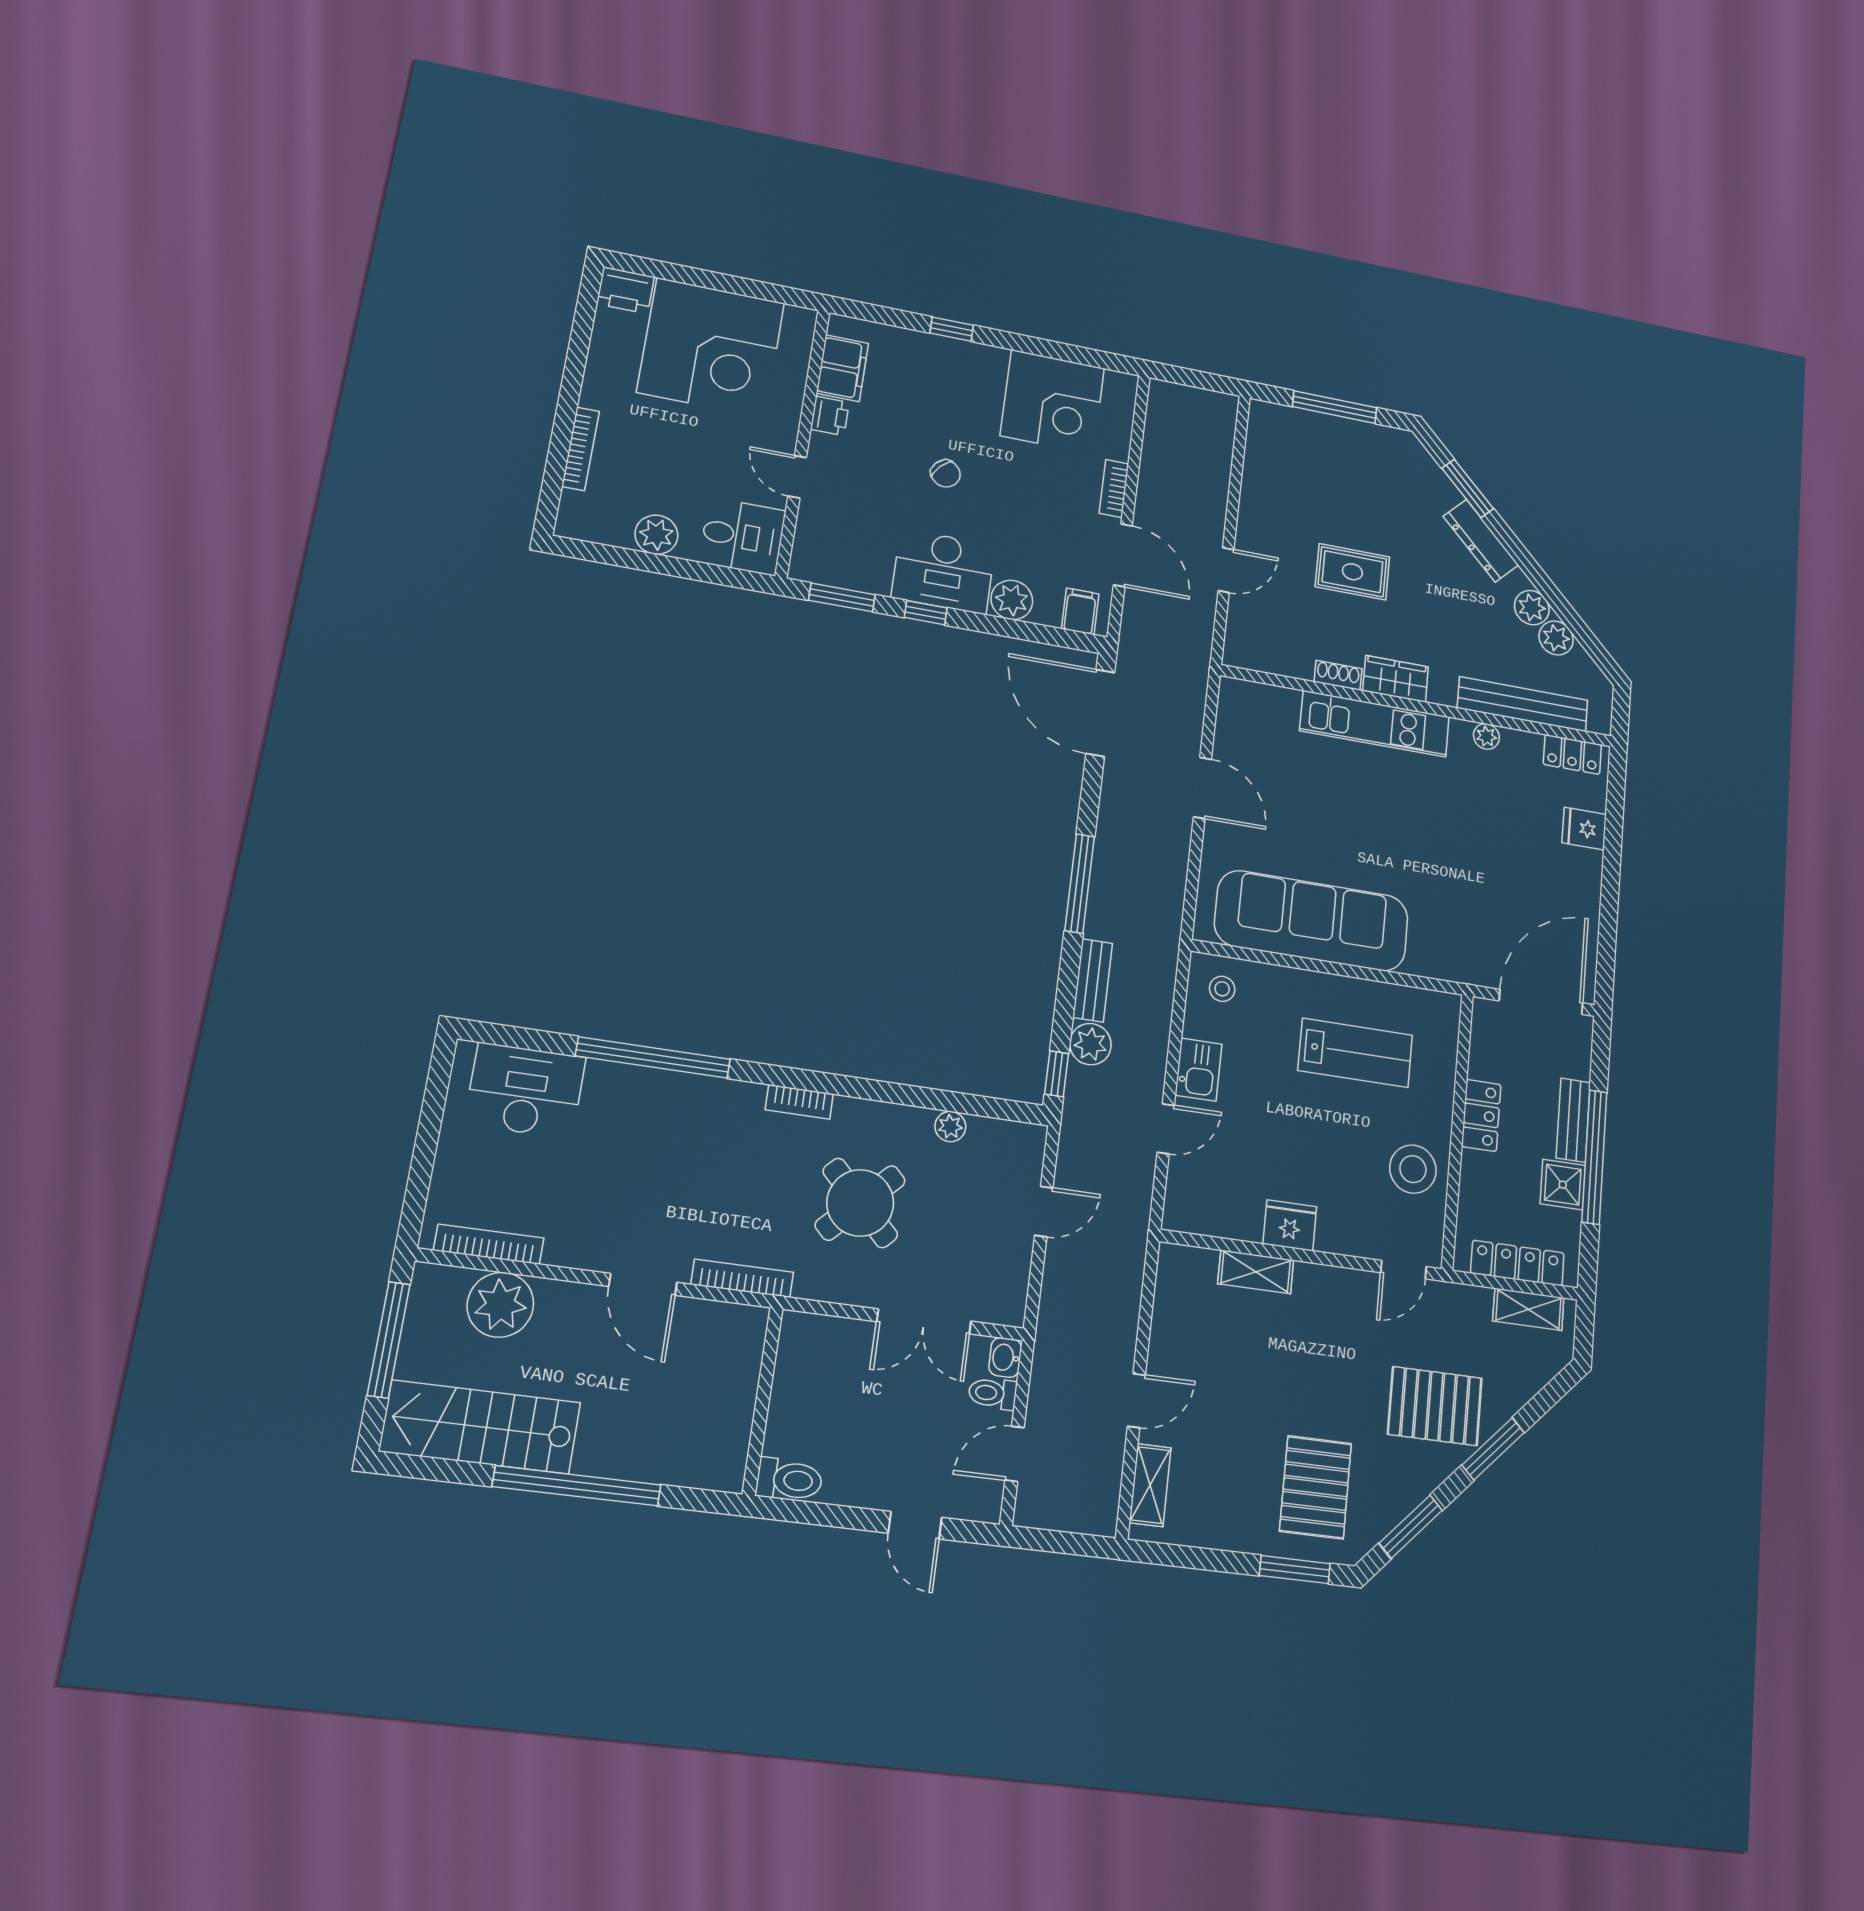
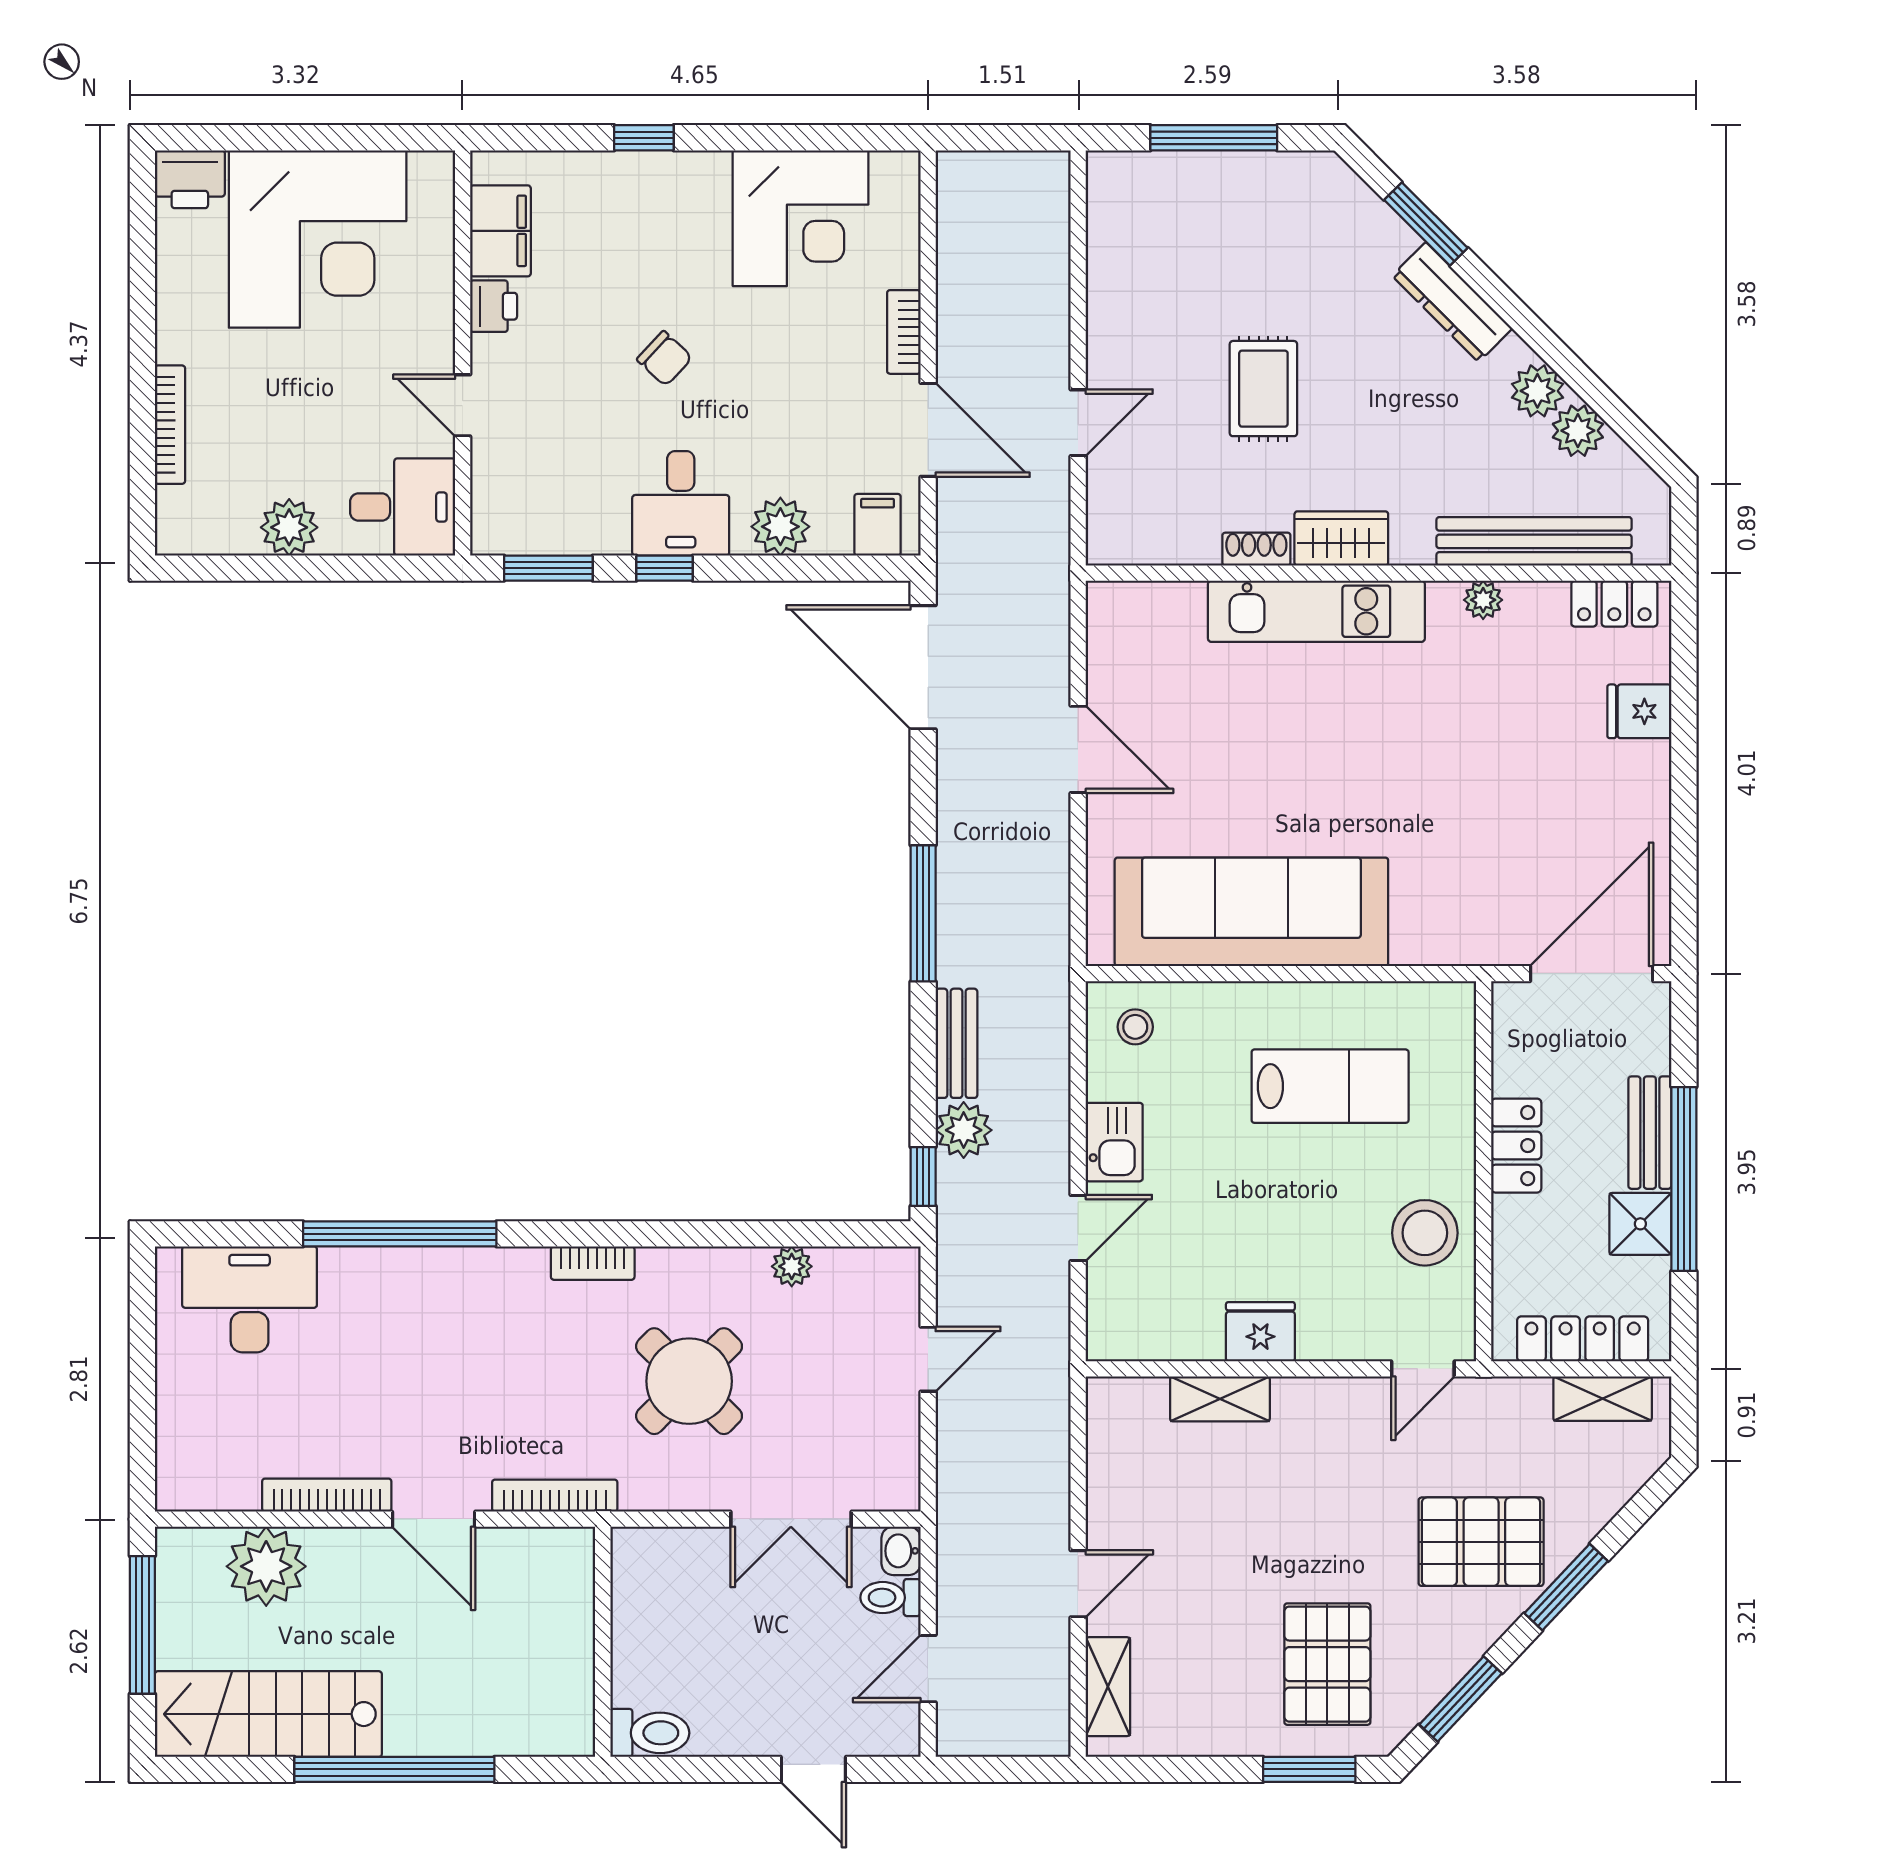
desk: (943, 571) -> (681, 503), width x0.73
rug: (1352, 572) -> (1263, 389), turned 90
bookcase: (489, 1244) -> (327, 1495), moved

